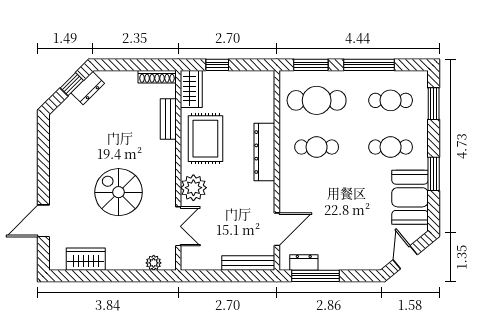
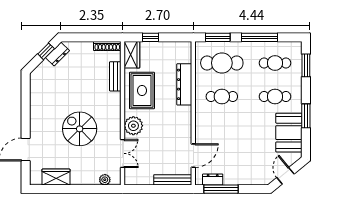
dresser: (264, 152) -> (184, 84), moved

